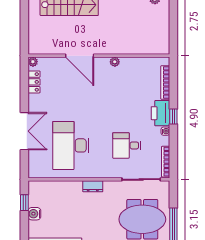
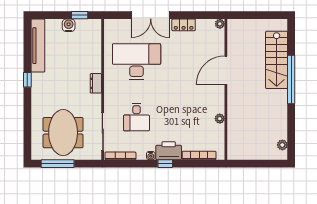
plant: (115, 62) -> (220, 119), moved
locker: (34, 82) -> (184, 25), moved
desk: (127, 145) -> (137, 117), turned 180

